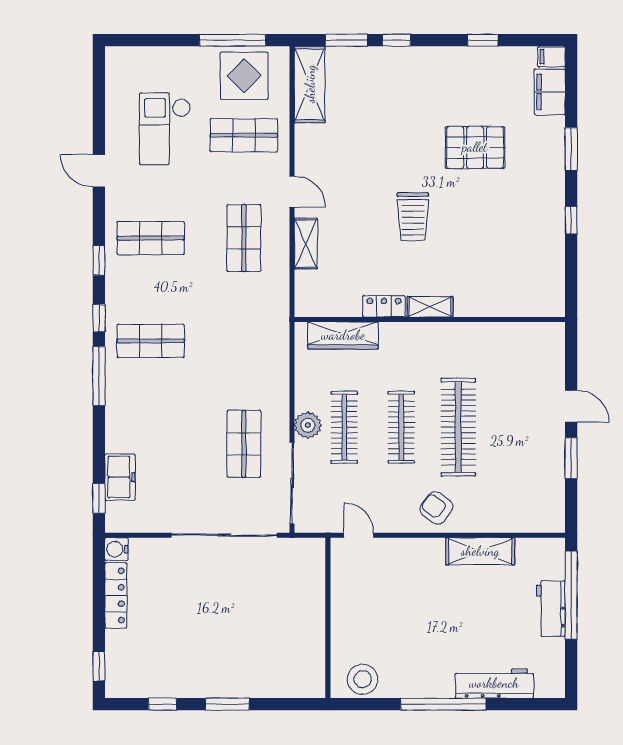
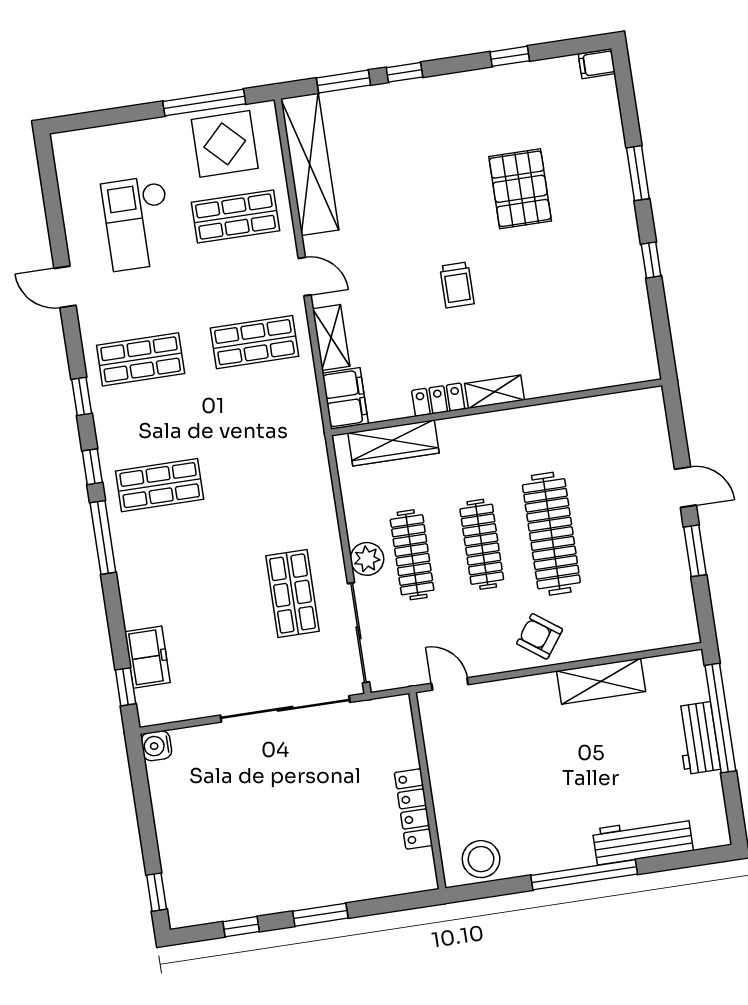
shelving: (310, 84) -> (310, 164), width x1.47
filing cabinet: (550, 92) -> (345, 398), moved, turned 180
pallet: (475, 147) -> (520, 189), turned 90
trolley: (413, 217) -> (457, 285), width x0.73, depth x0.72
shop shelf: (244, 238) -> (254, 342), turned 90
locker: (116, 596) -> (413, 809), moved, turned 180

